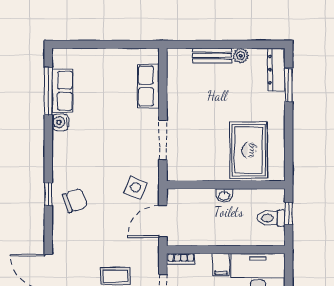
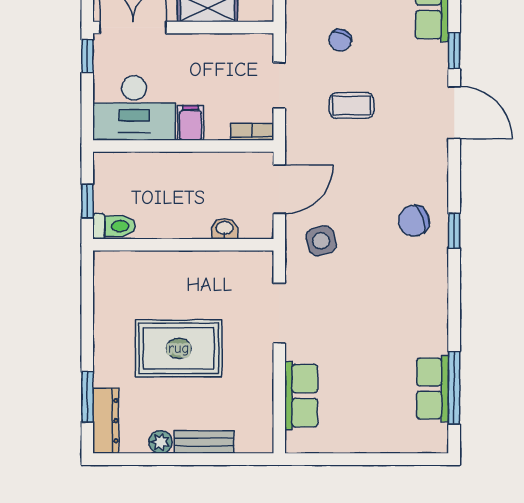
water cooler: (60, 122) -> (436, 340), removed
rug: (249, 150) -> (179, 348), moved, turned 90
side table: (135, 187) -> (321, 241), turned -38
washbasin: (224, 195) -> (225, 229), moved
toilet: (271, 218) -> (114, 226), moved

